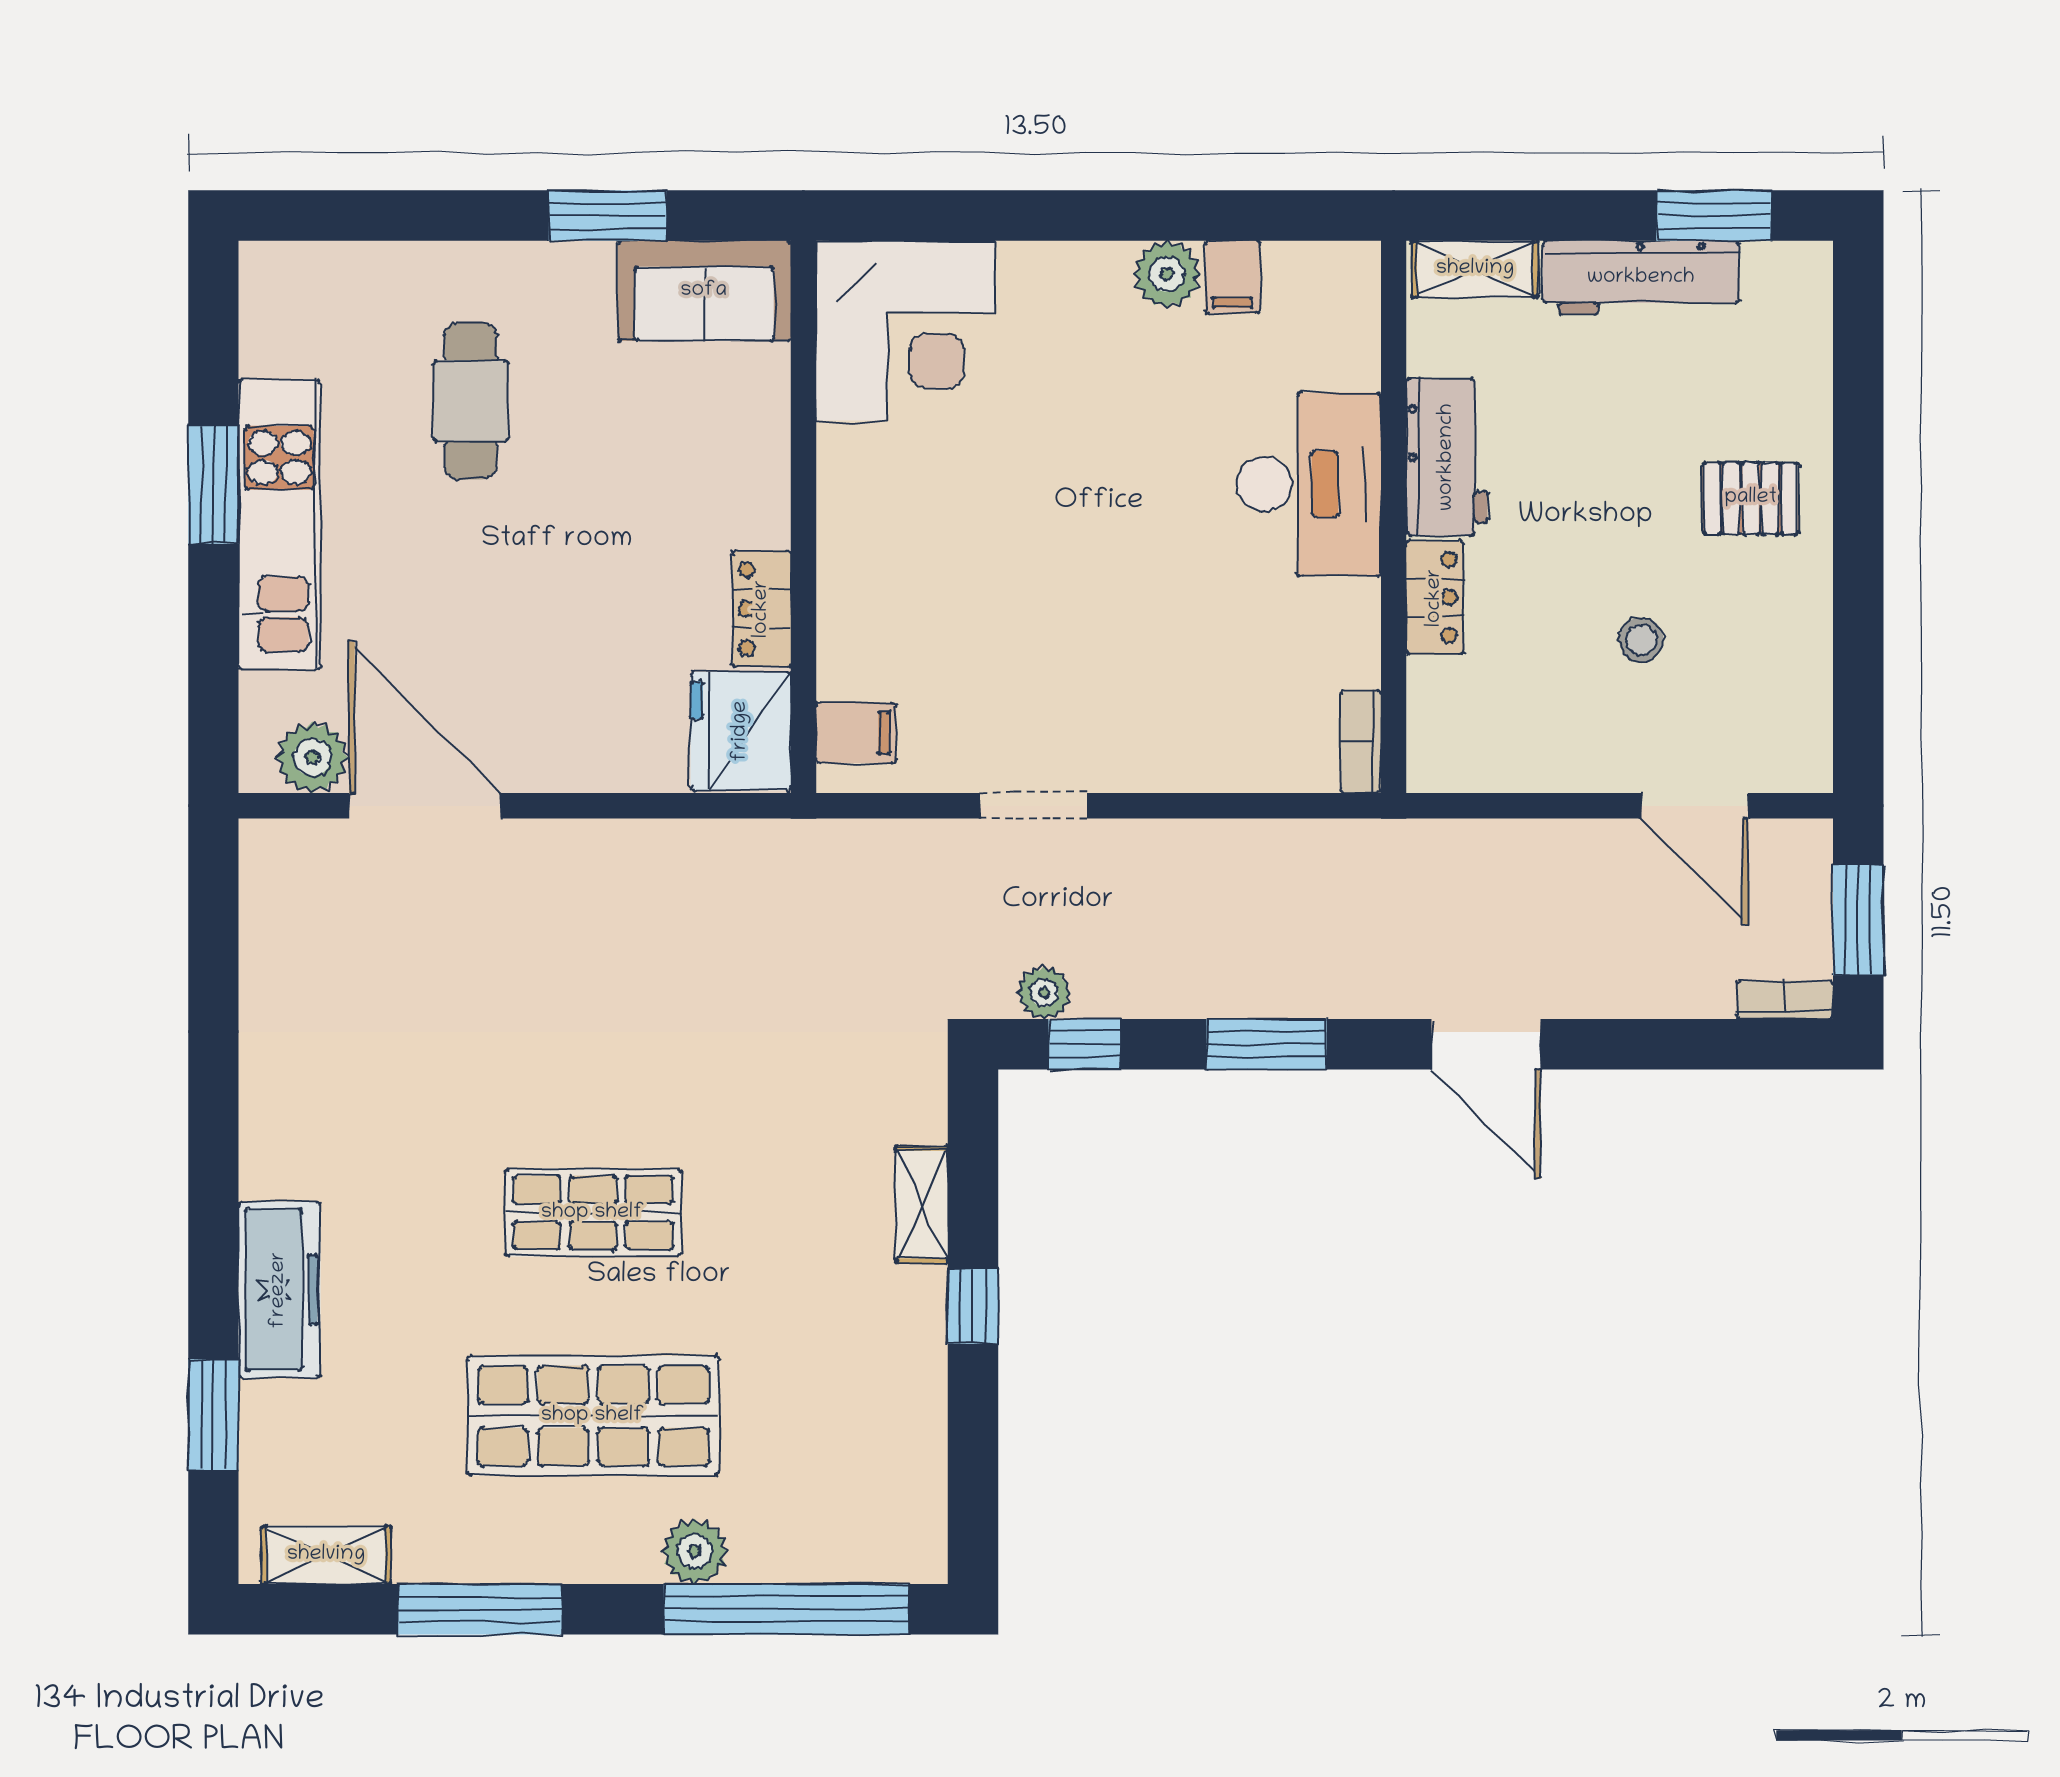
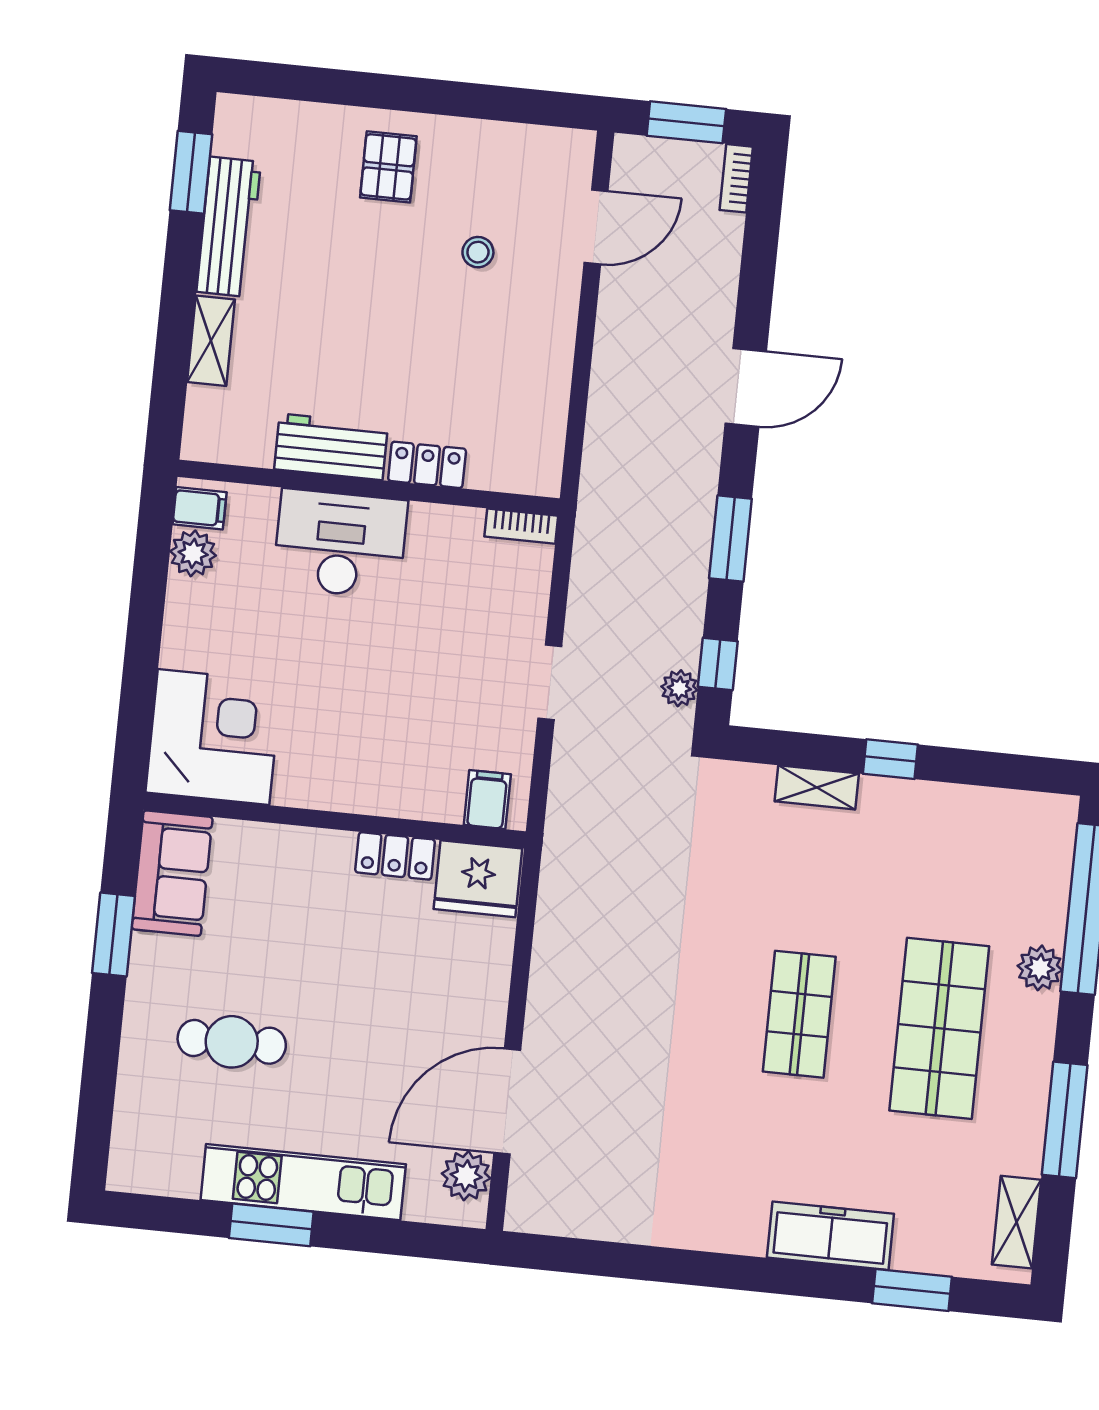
workbench: (1447, 457) -> (331, 447), moved
desk: (1309, 484) -> (340, 544), moved
wall: (1394, 517) -> (369, 488), moved
locker: (1435, 598) -> (427, 465), moved
bookcase: (1361, 742) -> (521, 526), moved

